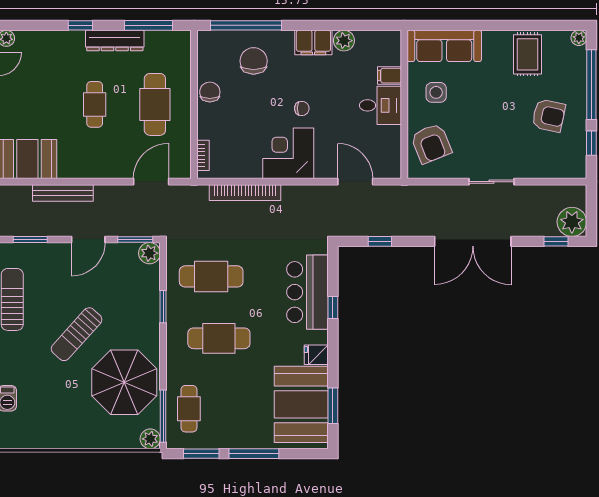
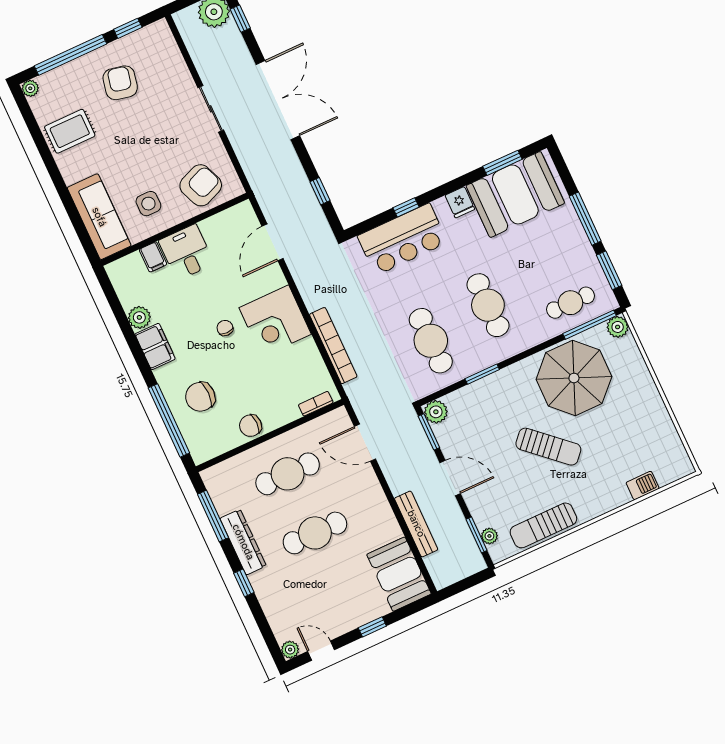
cafe table: (95, 104) -> (315, 533), width x1.37, depth x1.35
plant: (24, 250) -> (489, 536), added

